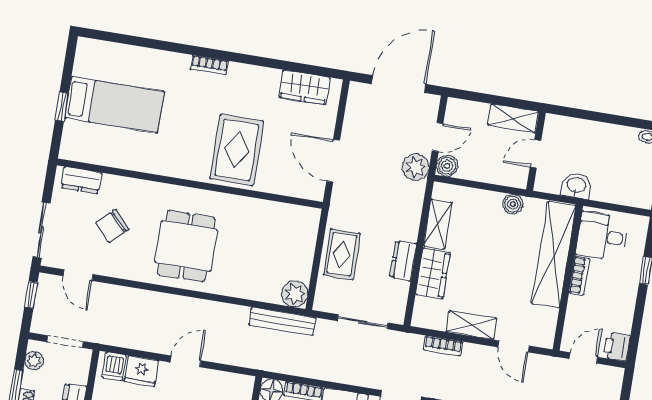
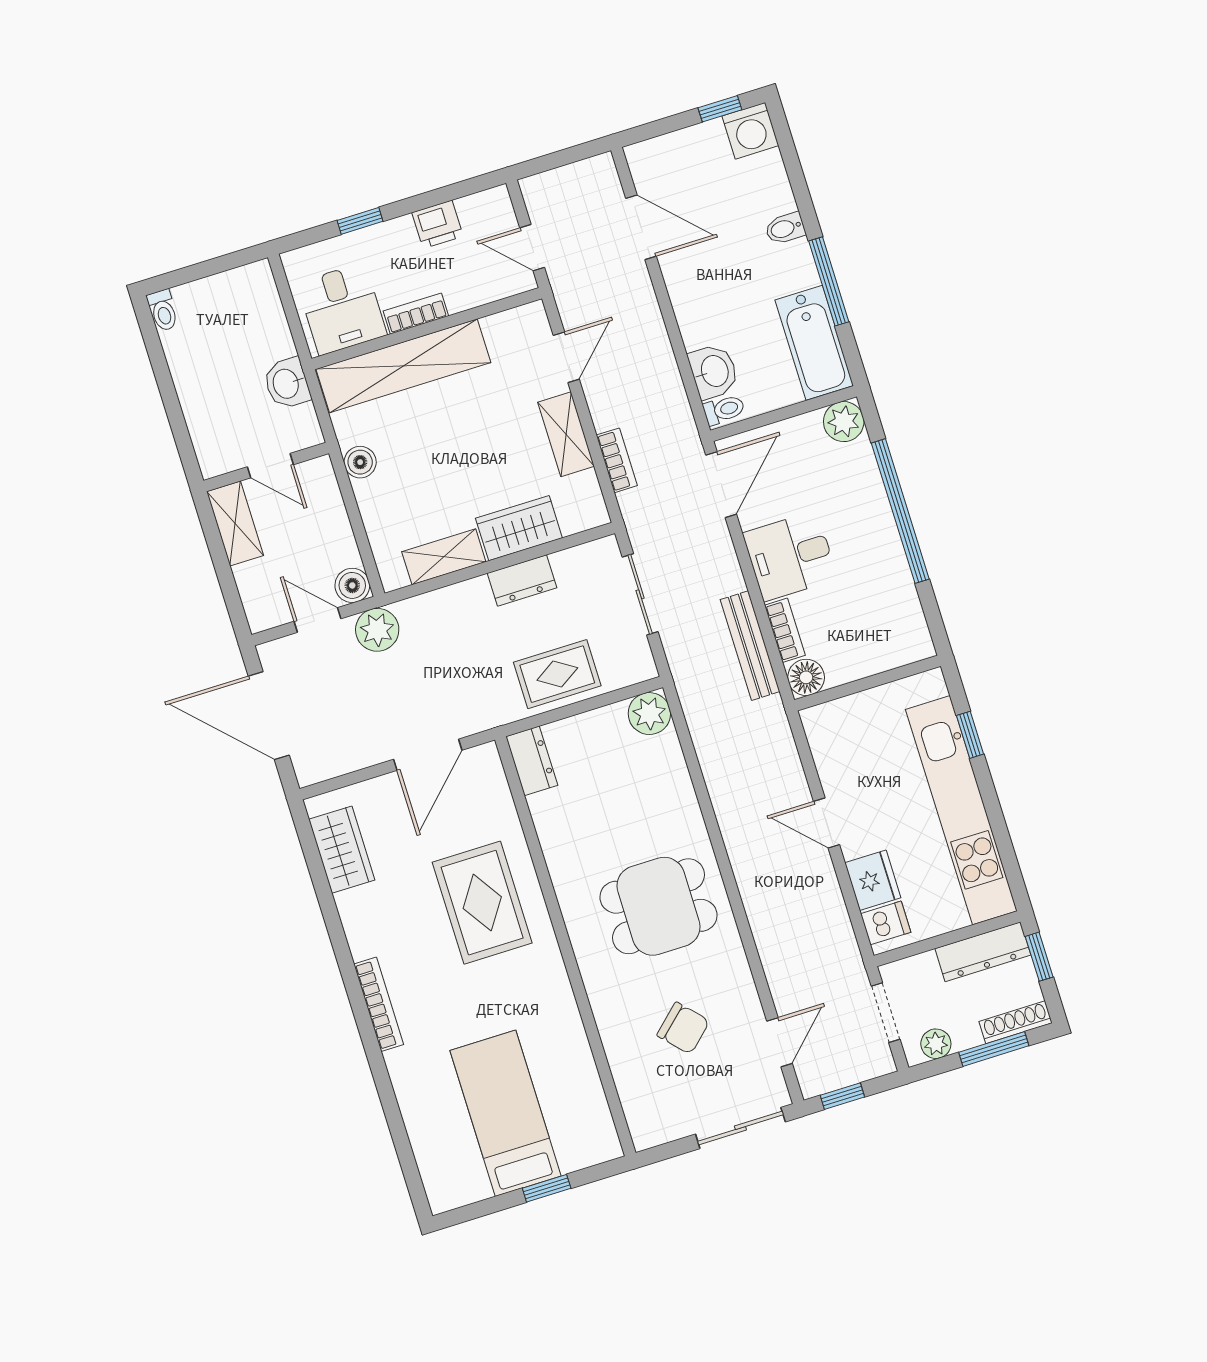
bookcase: (209, 65) -> (379, 1004), width x1.56
rug: (237, 150) -> (482, 903), turned 90
dresser: (81, 180) -> (532, 761), moved
bench: (282, 321) -> (750, 646), moved
printer: (617, 347) -> (438, 224), moved

